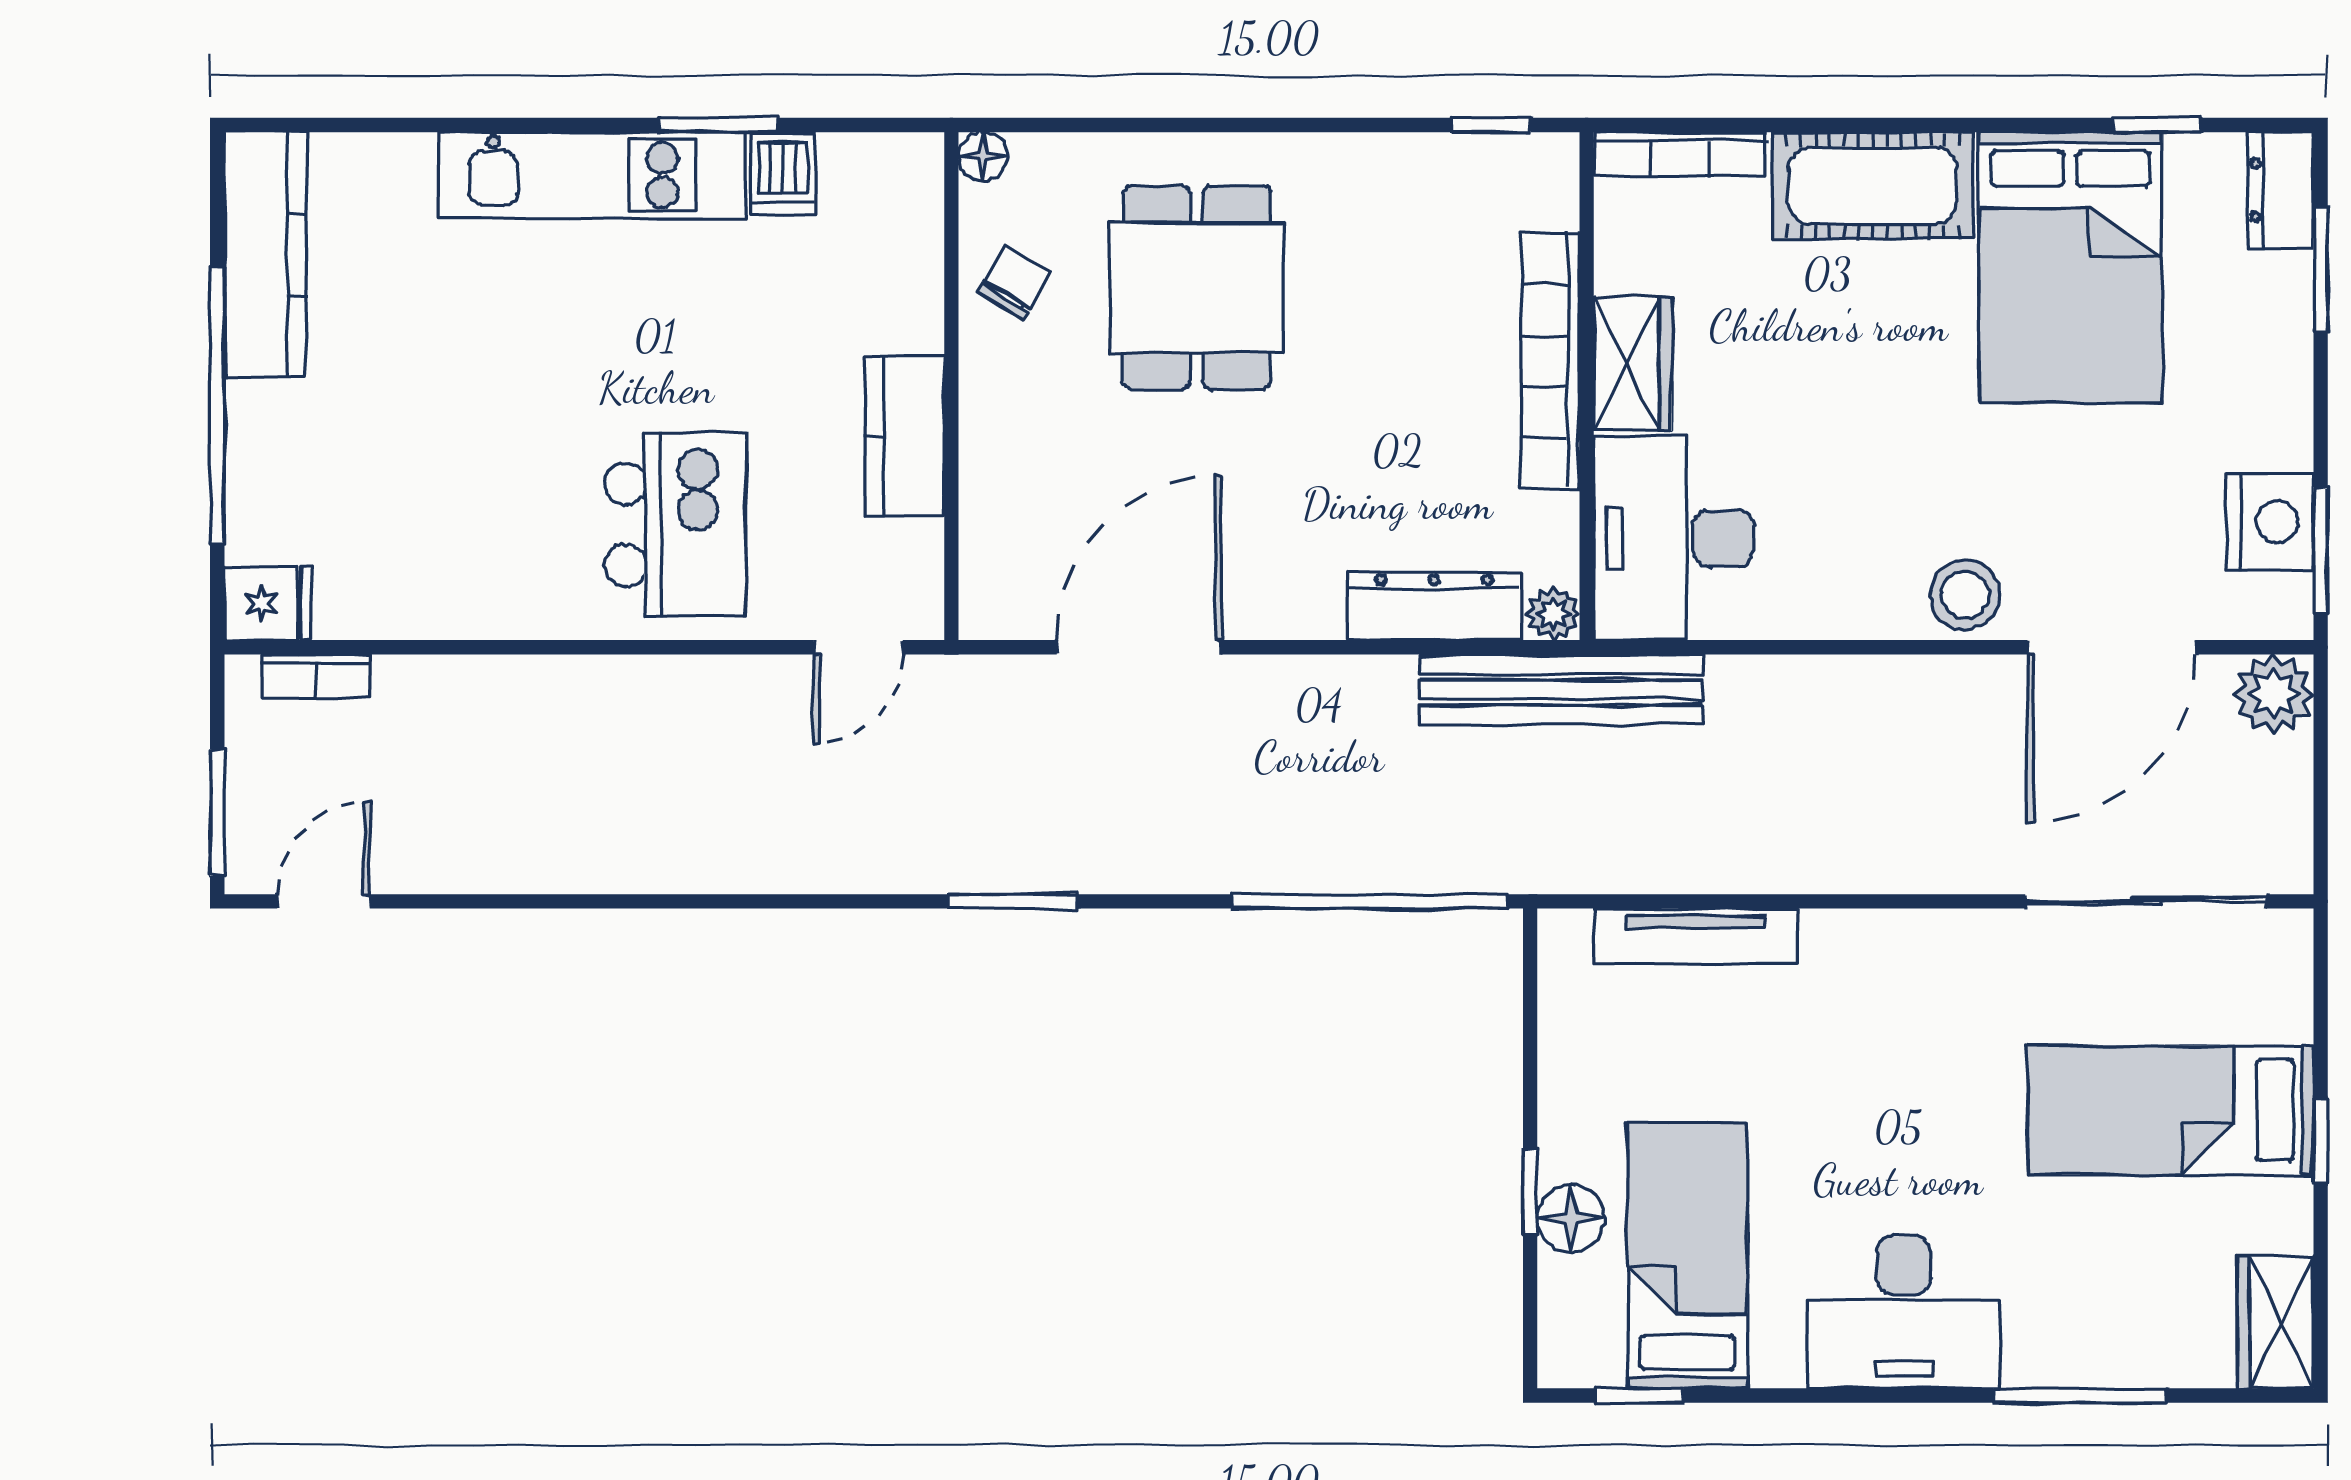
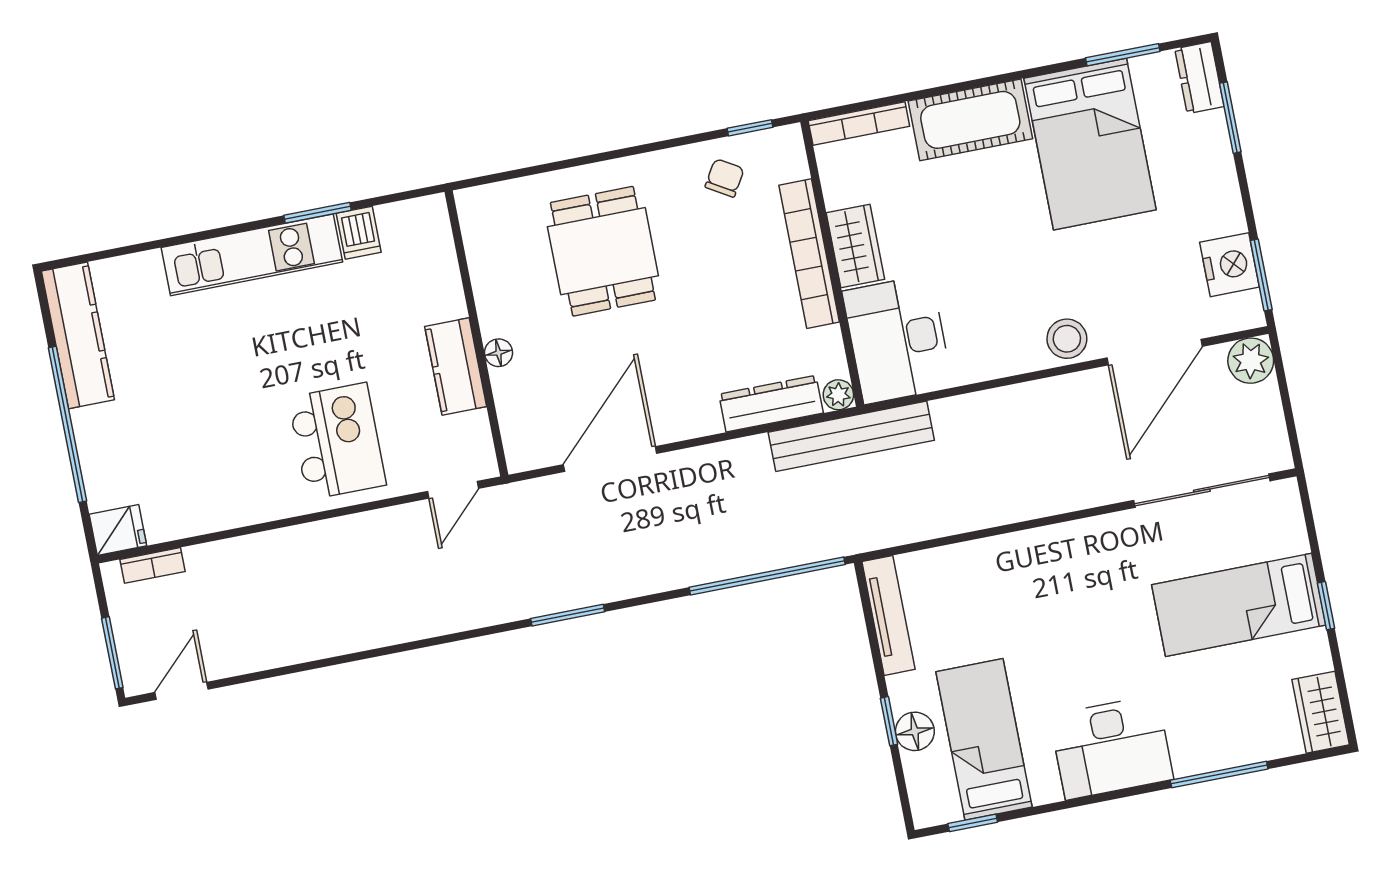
window: (2157, 125) -> (1123, 55), width x1.50
floor lamp: (983, 156) -> (499, 353), moved
chair: (1015, 283) -> (725, 178), moved
tv unit: (1695, 936) -> (888, 615), moved, turned -90

